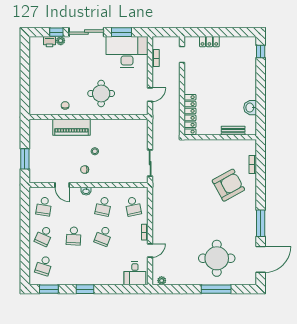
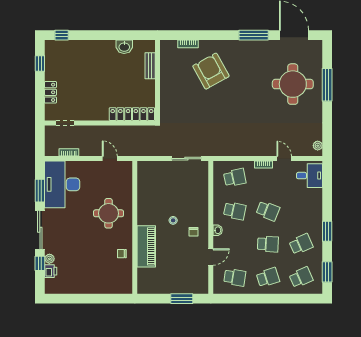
window: (235, 32) -> (40, 63), added
school desk: (44, 236) -> (268, 277), turned -42
school desk: (44, 266) -> (301, 277), turned -42
school desk: (74, 266) -> (301, 244), added

